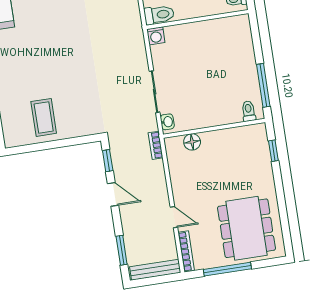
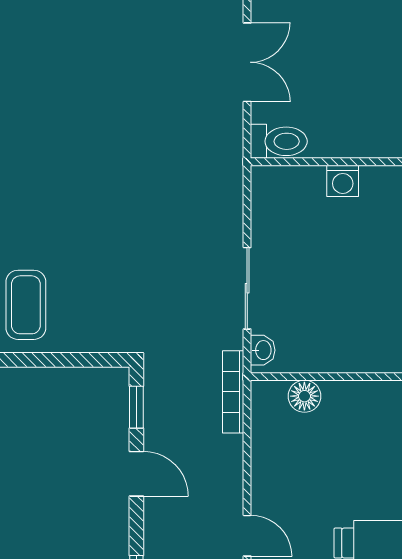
washing machine: (156, 36) -> (343, 181), moved
bookcase: (156, 145) -> (233, 392), width x1.56

